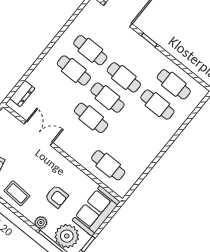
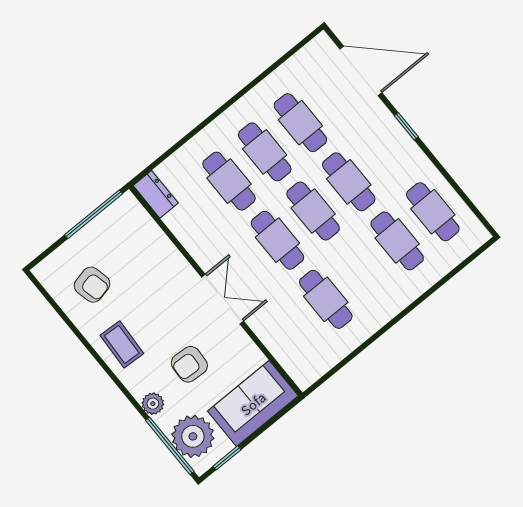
cafe table: (58, 91) -> (229, 181), added
dresser: (22, 93) -> (156, 194), moved, turned -90
double door: (38, 133) -> (223, 299), moved
cafe table: (108, 165) -> (326, 299), moved
armchair: (57, 197) -> (189, 364), turned 93

